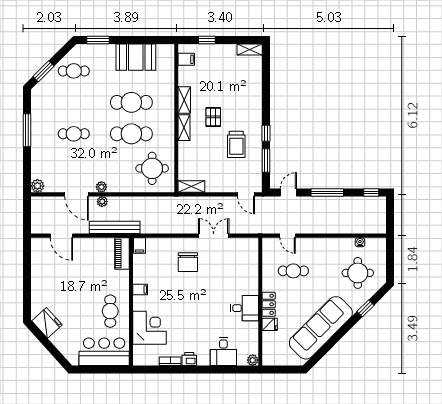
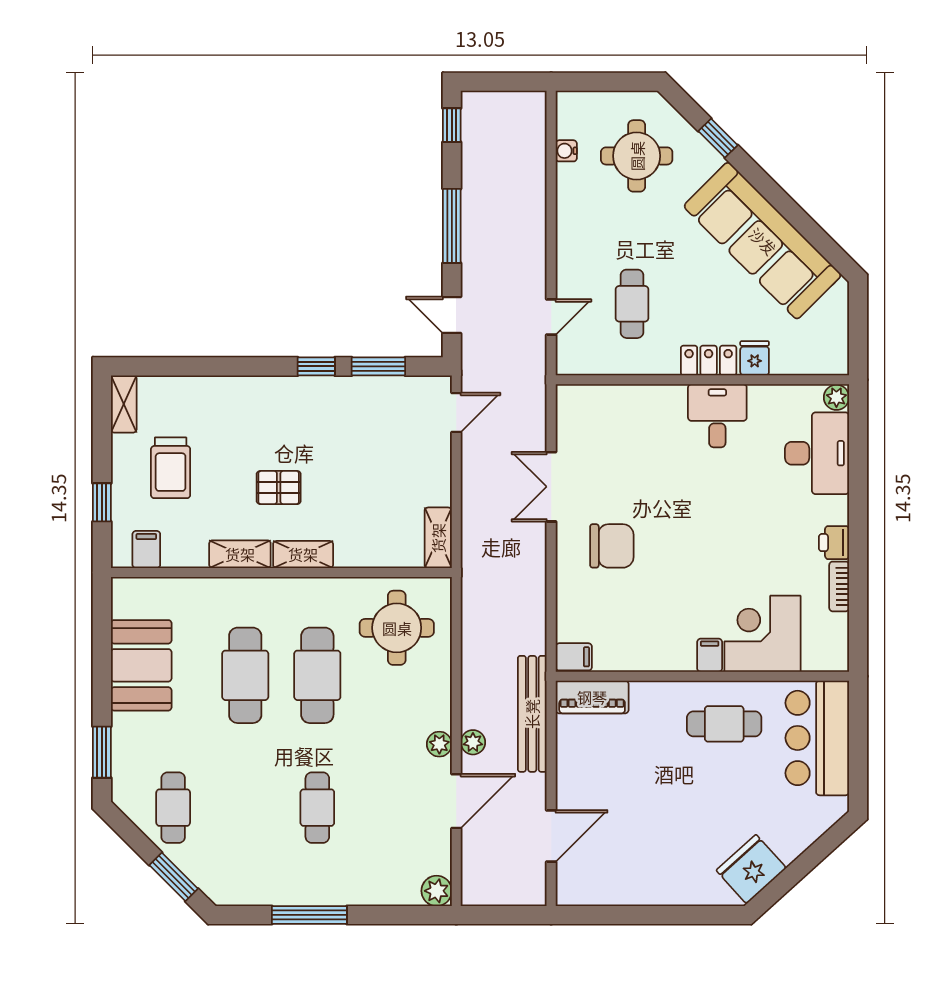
trolley: (236, 144) -> (171, 468), moved, turned 90
filing cabinet: (140, 290) -> (710, 655), moved
desk: (223, 352) -> (817, 453), width x1.37

